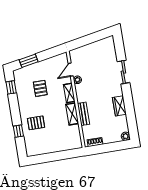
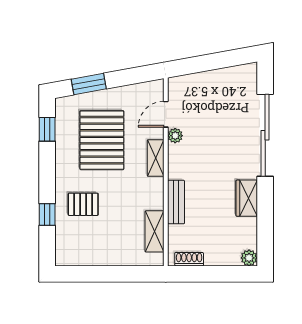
sliding door: (123, 72) -> (265, 135), width x1.86
pallet: (40, 88) -> (102, 140), width x2.05, depth x2.00
shelving: (72, 114) -> (155, 231), moved

